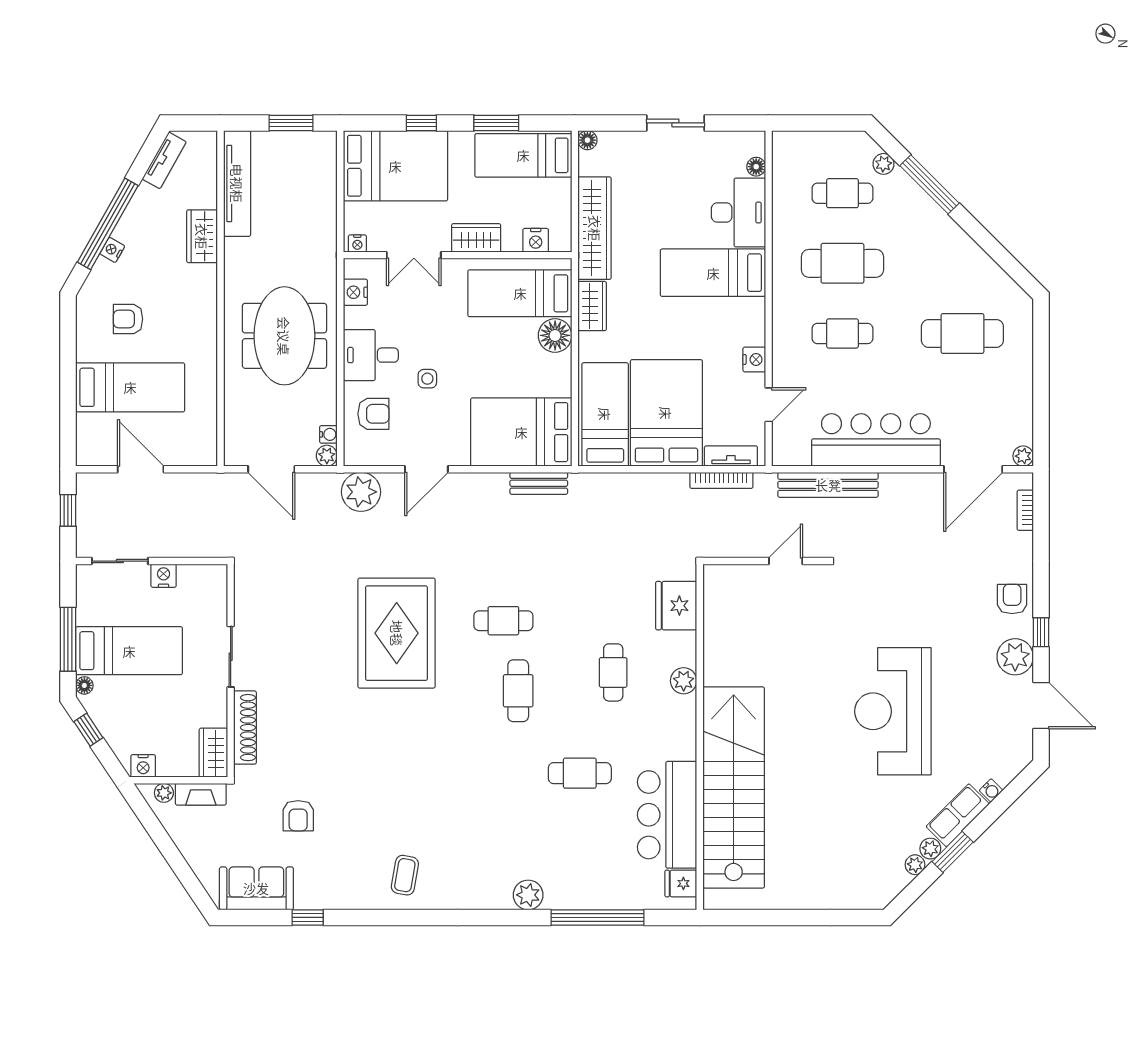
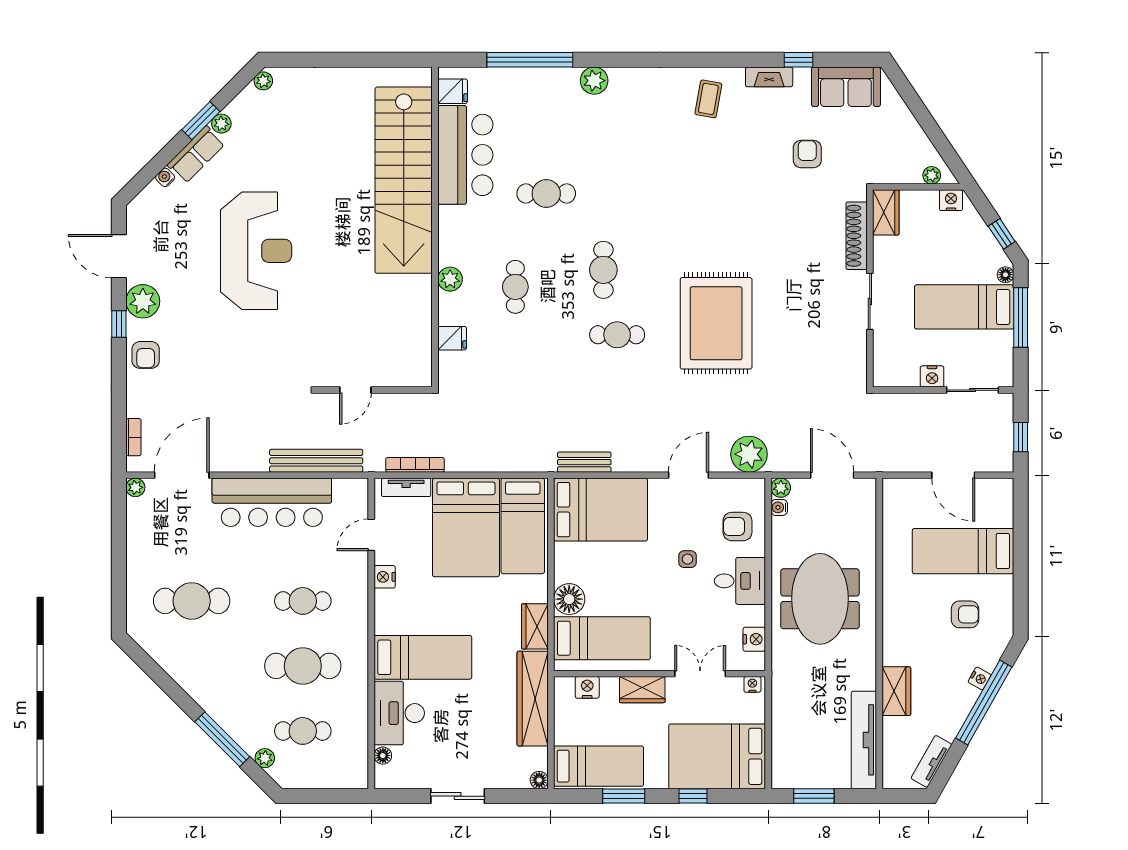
fridge: (676, 606) -> (452, 338), width x0.53, depth x0.75
fireplace: (201, 794) -> (769, 77), moved, turned 180
plant: (915, 865) -> (263, 81), moved

